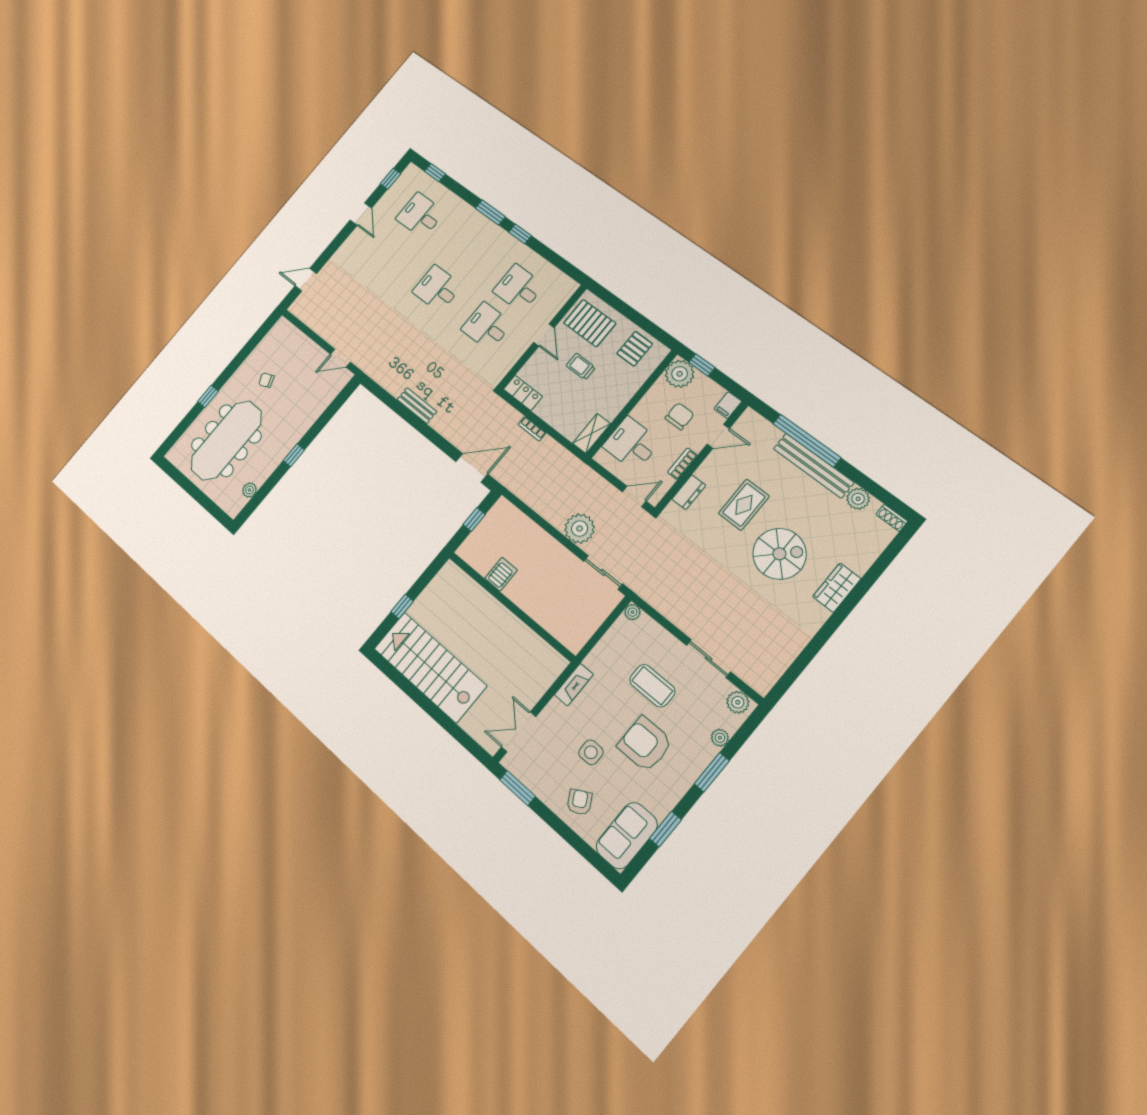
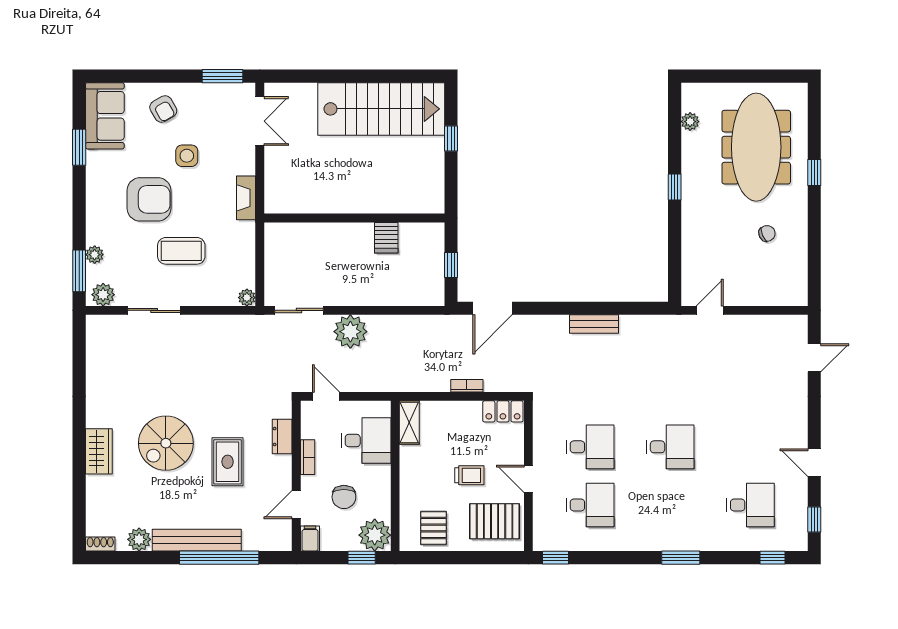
window: (520, 234) -> (555, 558), moved
door: (634, 496) -> (326, 396), swing flipped
window: (712, 772) -> (79, 271), moved

